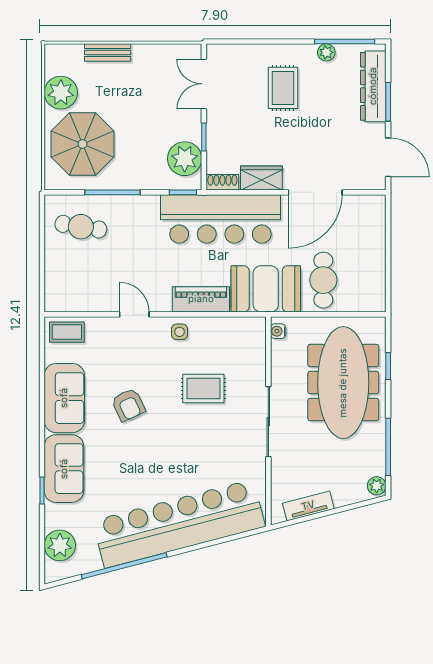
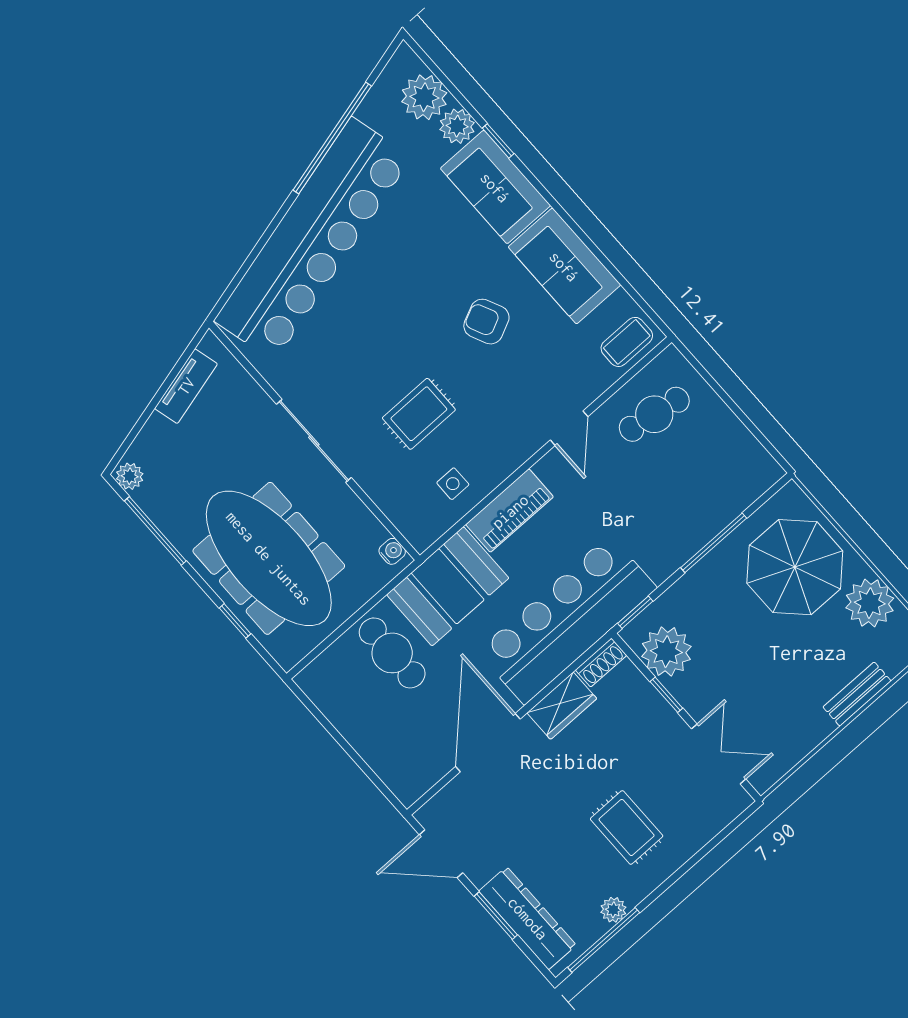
cafe table: (81, 227) -> (654, 414), moved
door: (134, 314) -> (569, 428), hinge flipped
side table: (180, 332) -> (453, 484), moved
plant: (56, 516) -> (457, 126), added

